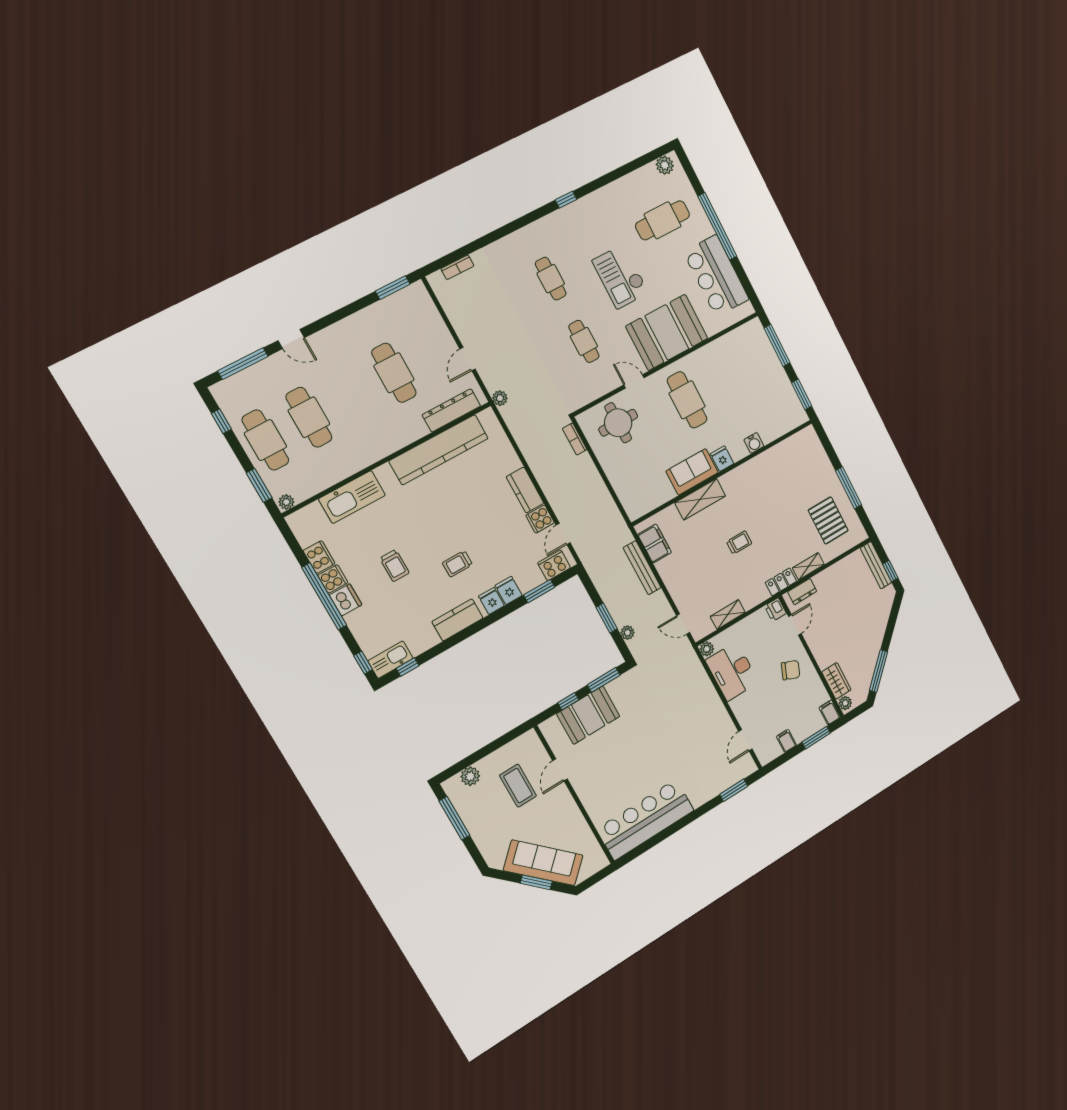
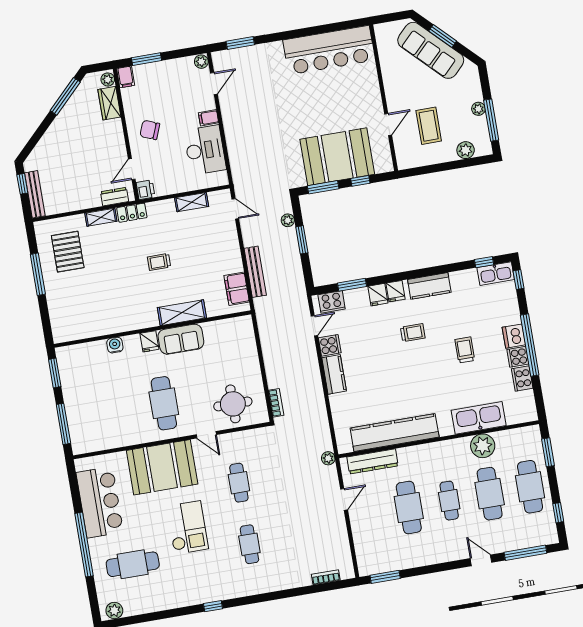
cafe table: (352, 395) -> (449, 501), added
plant: (286, 502) -> (483, 446), moved, width x1.88, depth x1.88
plant: (707, 649) -> (201, 62), moved
booth: (588, 715) -> (337, 157), width x1.36, depth x1.42
filing cabinet: (786, 741) -> (209, 118), moved, turned 90
plant: (472, 824) -> (478, 109), added

